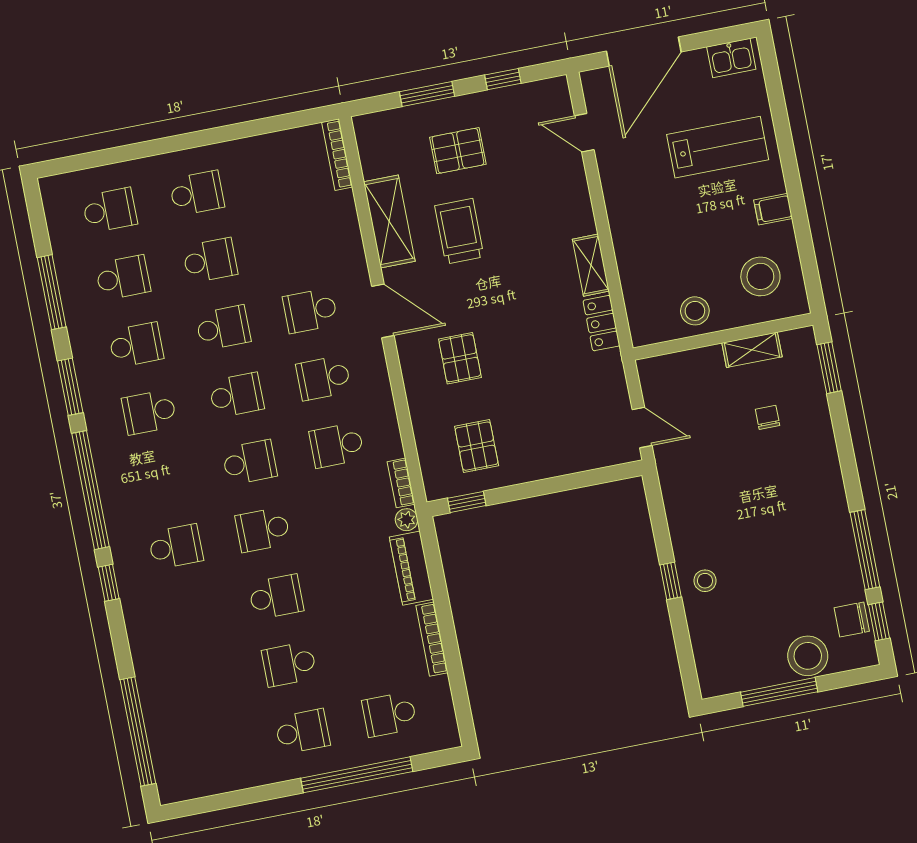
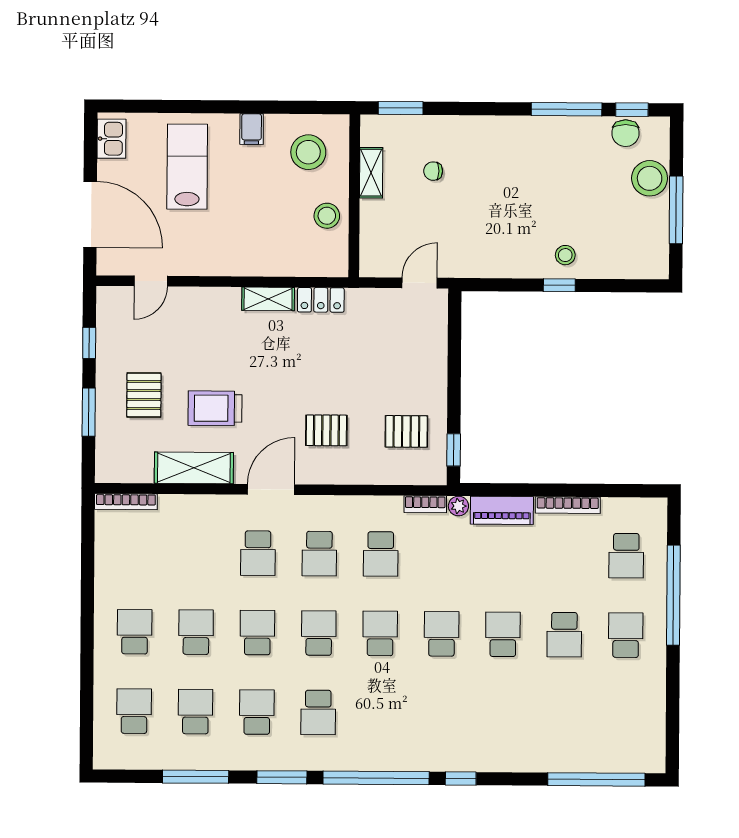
school desk: (263, 530) -> (442, 634), turned 180
school desk: (176, 547) -> (441, 713), removed

